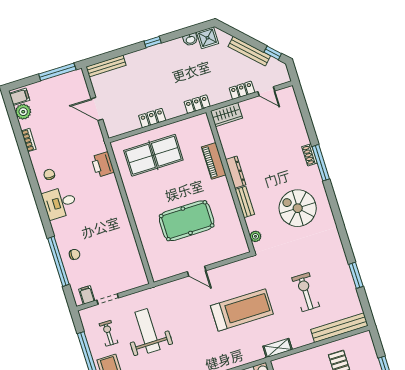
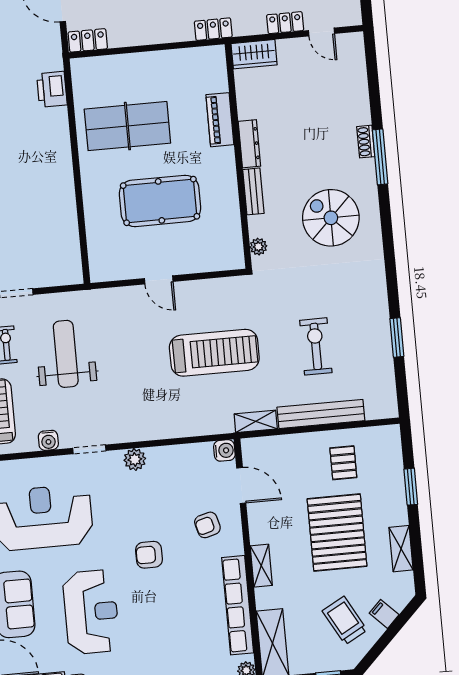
locker: (152, 118) -> (88, 40), moved
table tennis table: (153, 155) -> (127, 126), moved
bench: (339, 328) -> (321, 414), moved

